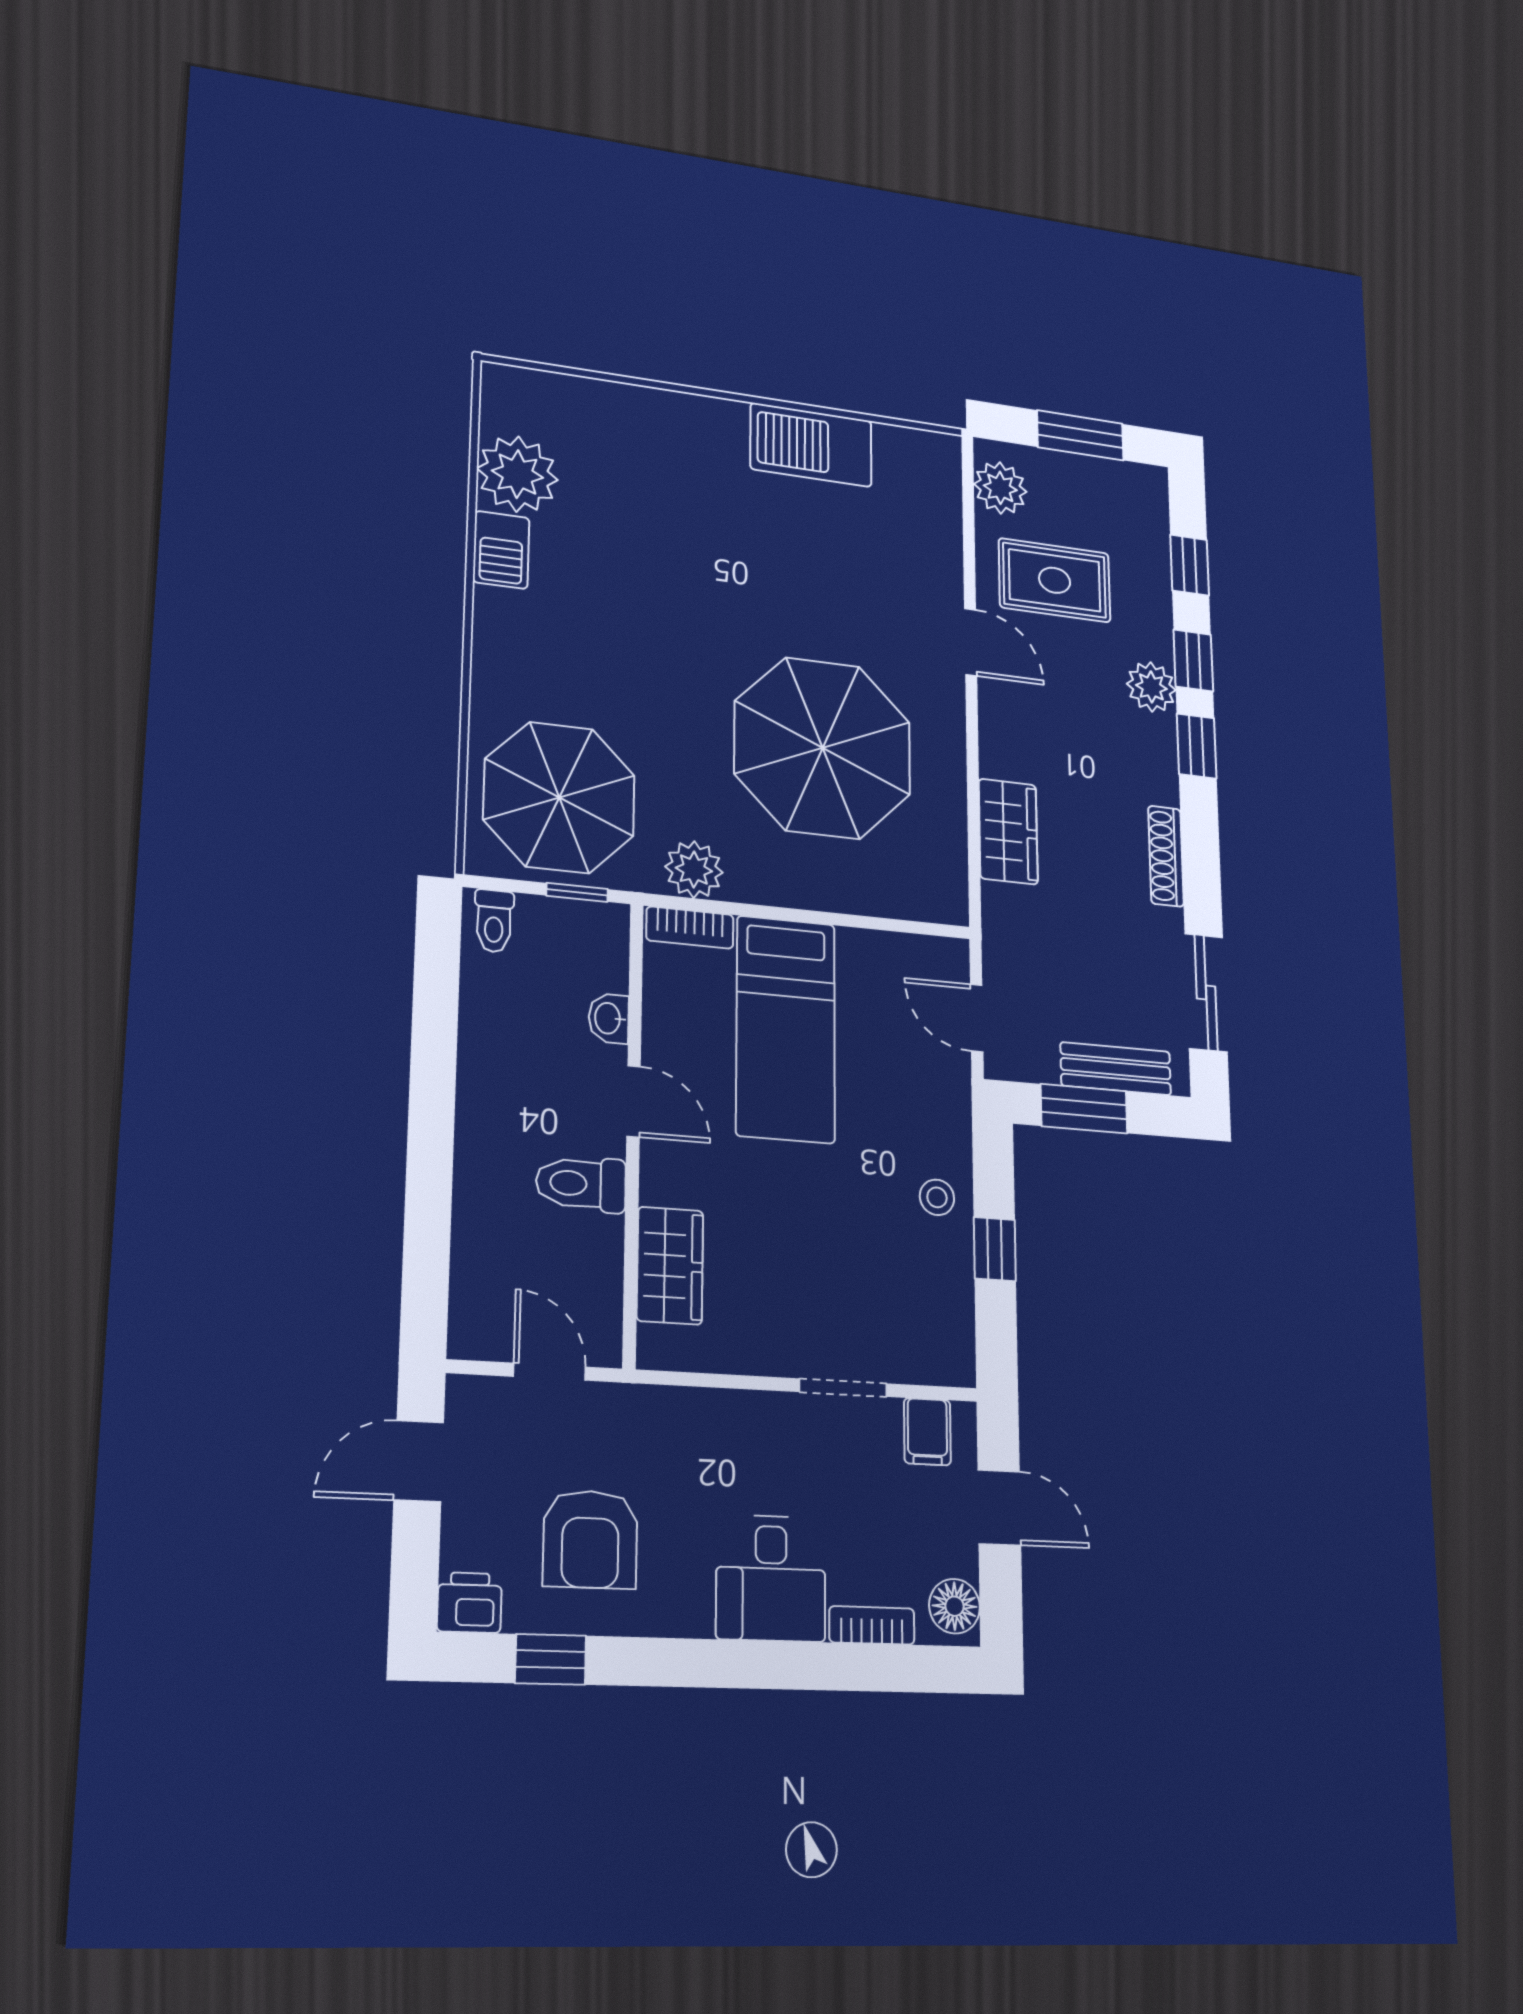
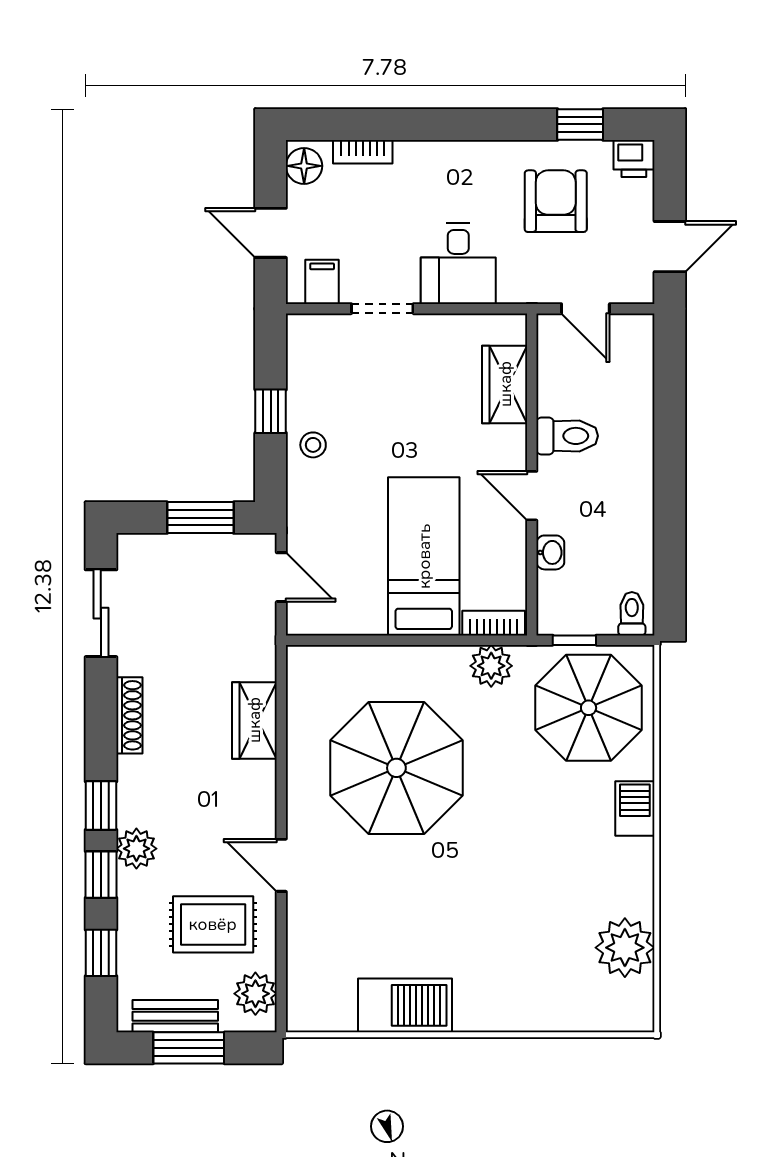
barbecue: (501, 550) -> (635, 808), moved
bench: (1116, 1069) -> (175, 1016), moved
desk: (771, 1578) -> (458, 264), moved, turned 180

